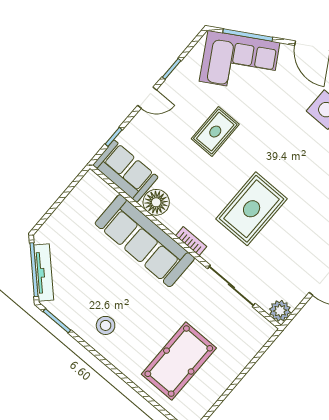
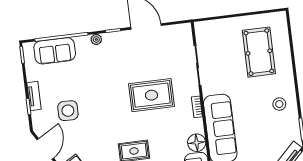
plant: (280, 311) -> (184, 31), removed
pool table: (179, 361) -> (259, 52), turned 90

